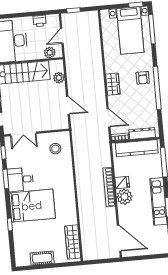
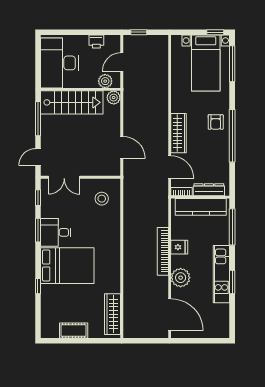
plant: (59, 78) -> (114, 98), moved
wardrobe: (113, 84) -> (179, 133), width x1.50
plant: (124, 197) -> (181, 278), moved

